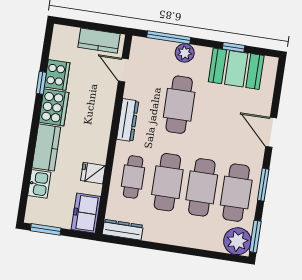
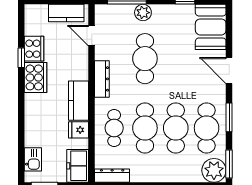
booth: (236, 69) -> (211, 27), moved, turned 90
kitchen counter: (46, 147) -> (79, 101), moved, turned 180
kitchen sink: (39, 184) -> (33, 159), moved

